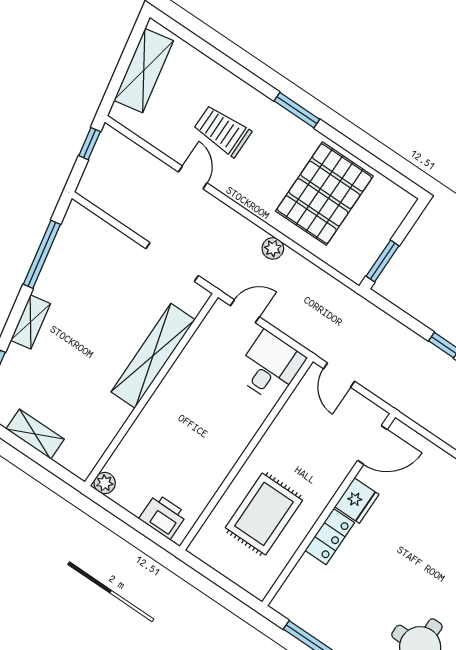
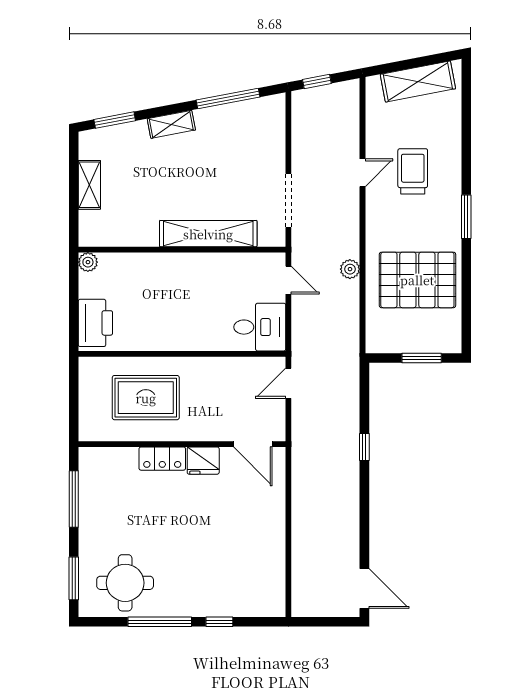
window: (90, 144) -> (317, 82), moved
window: (383, 261) -> (422, 358), moved
printer: (163, 516) -> (95, 323), width x1.37, depth x1.19

